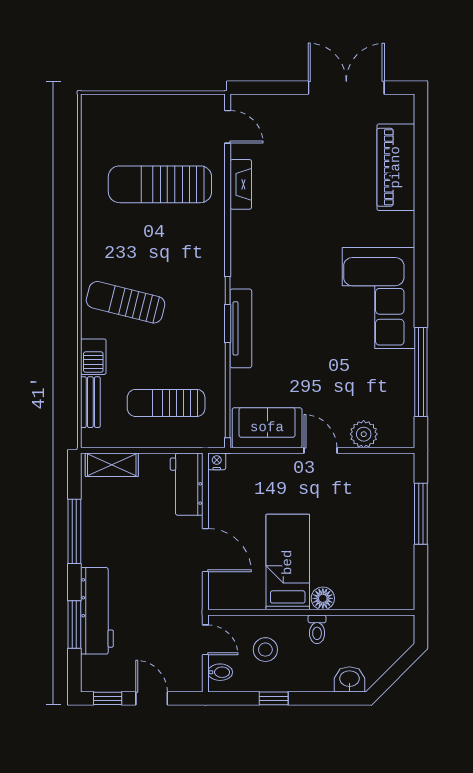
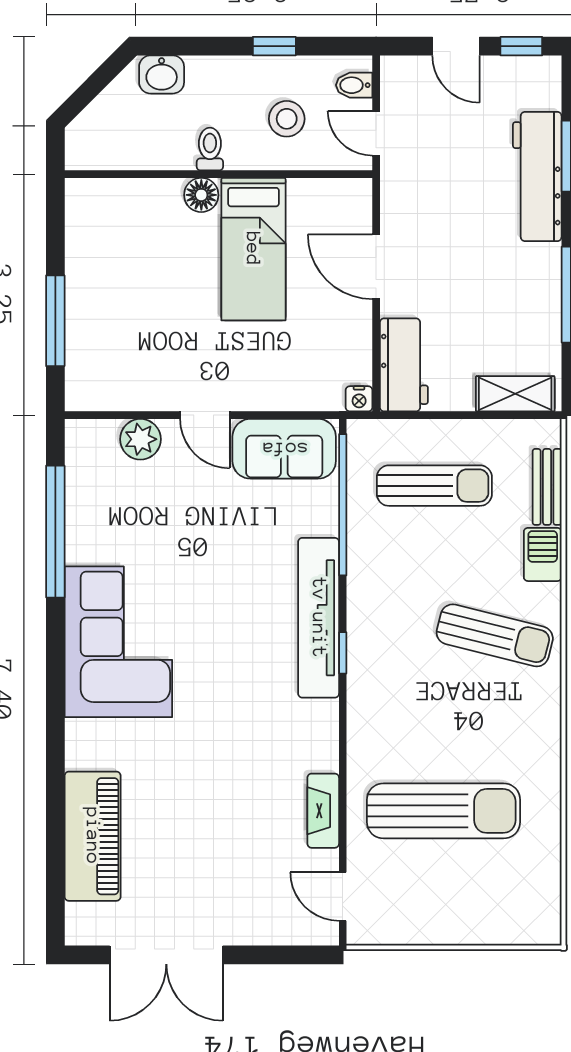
tv unit: (241, 328) -> (319, 618), width x1.36, depth x1.29

